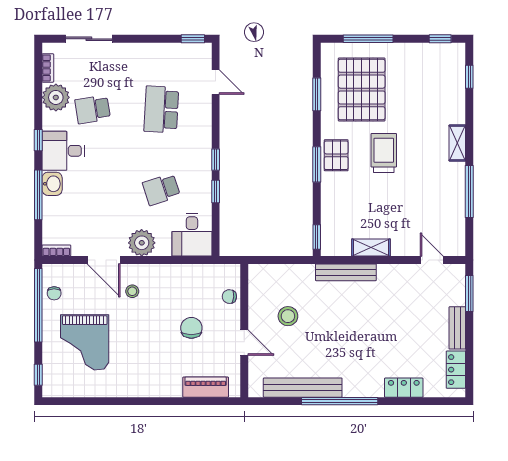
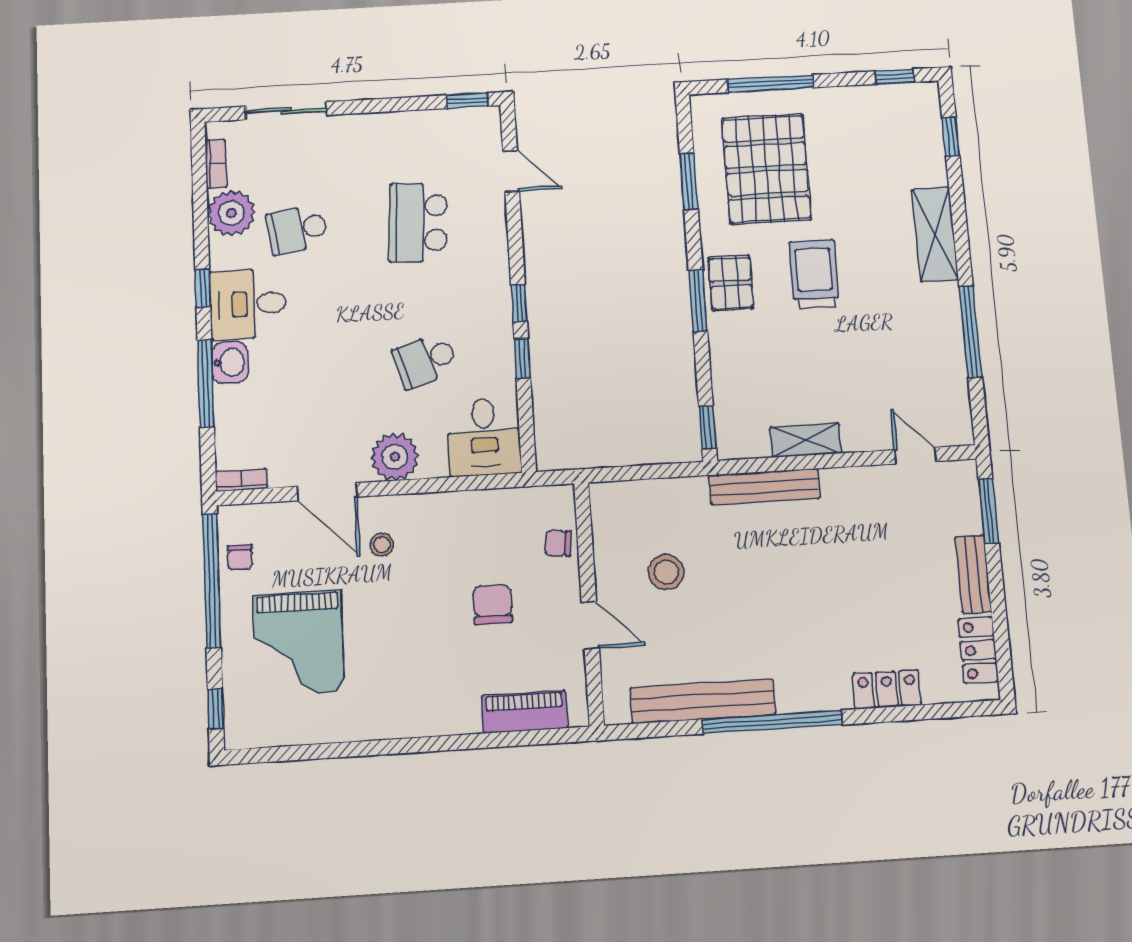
shelving: (457, 143) -> (935, 234), width x1.50, depth x1.33

